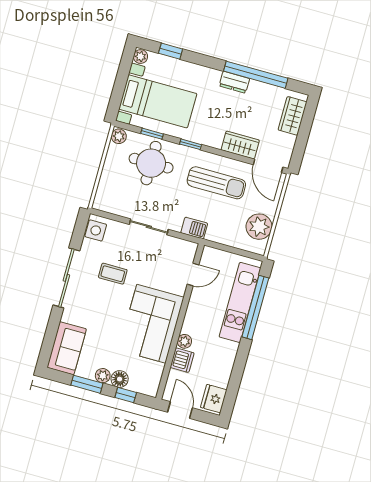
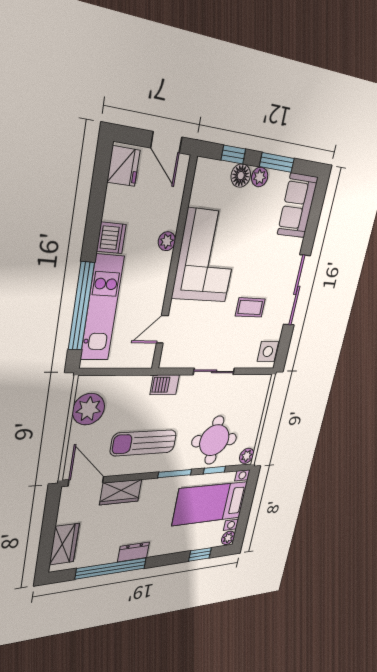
window: (191, 144) -> (175, 474), width x1.50
dishwasher: (182, 360) -> (111, 238), moved, turned 180

